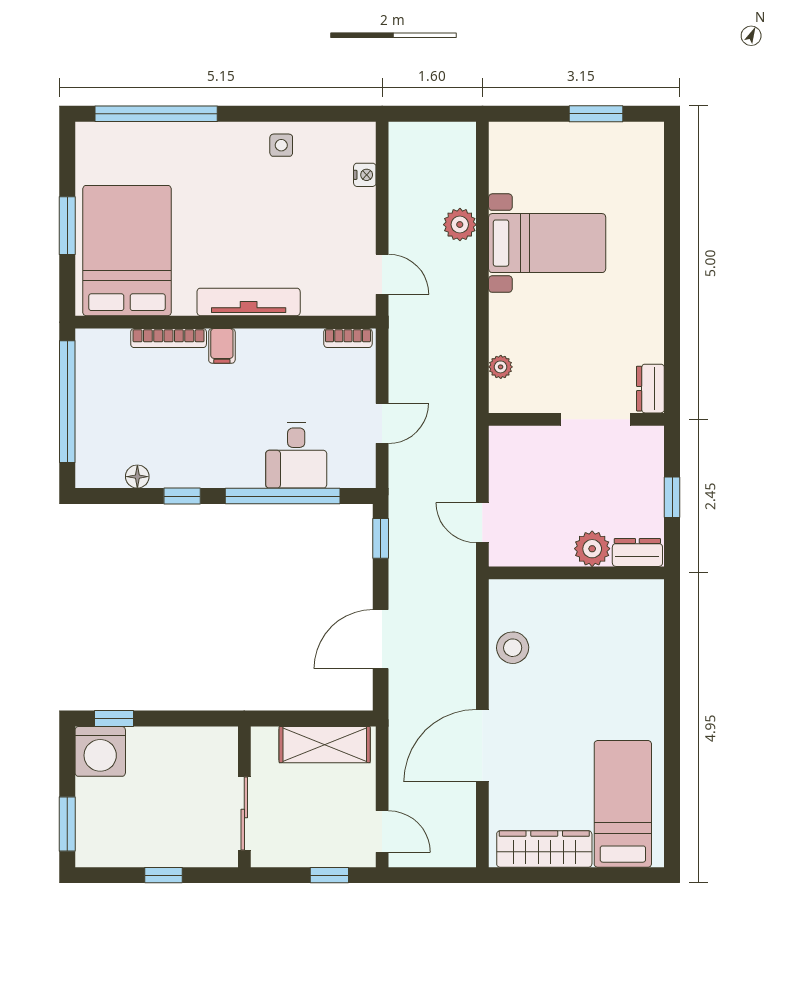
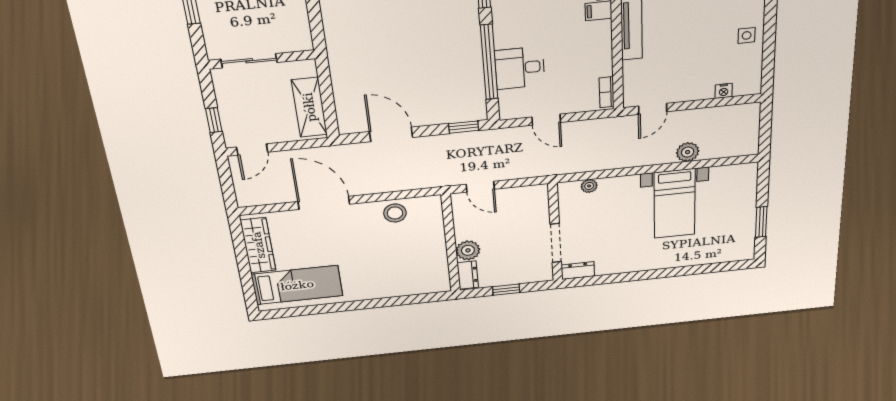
door: (482, 523) -> (480, 187), swing flipped

